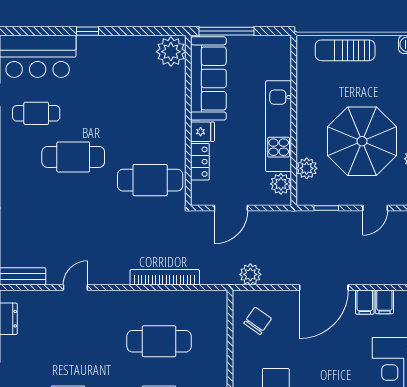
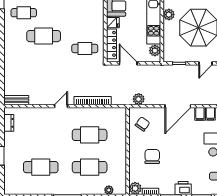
locker: (200, 162) -> (111, 44), width x1.53
plant: (307, 168) -> (169, 15), moved
cafe table: (150, 180) -> (85, 49), width x0.73, depth x0.74
door: (231, 208) -> (128, 63), swing flipped
door: (75, 288) -> (61, 106), moved

